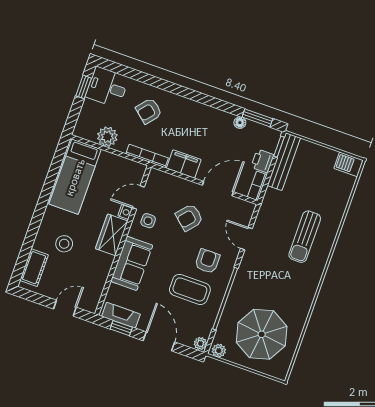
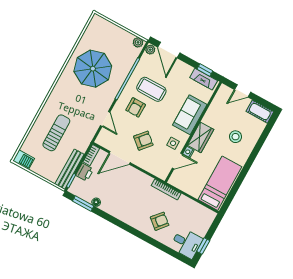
plant: (107, 137) -> (192, 208), removed
filing cabinet: (184, 164) -> (141, 179), removed
sun lounger: (305, 237) -> (56, 133), moved
cot: (34, 268) -> (260, 112), moved, turned 90
parasol: (262, 334) -> (93, 69), moved
door: (159, 341) -> (169, 50), moved

